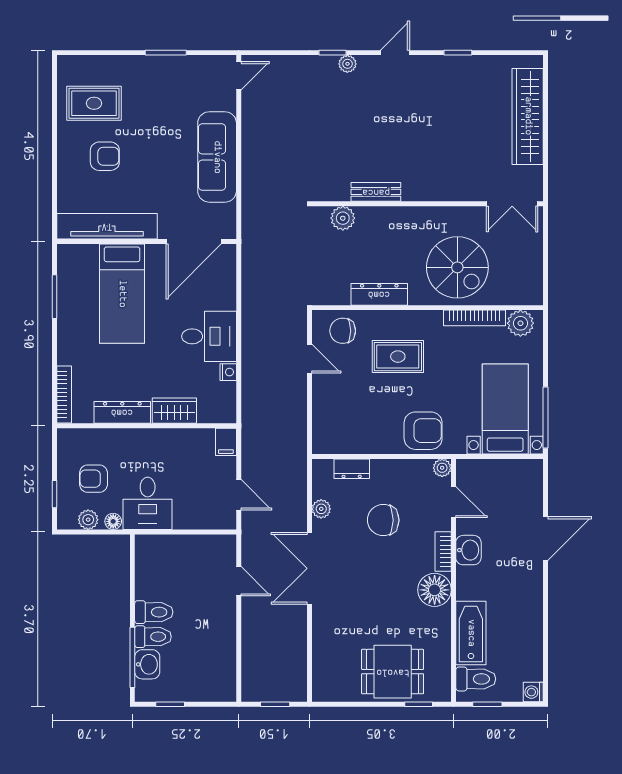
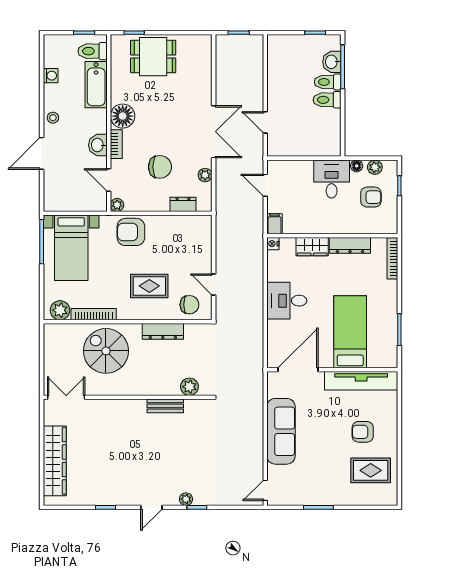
nightstand: (228, 372) -> (273, 244), moved
stool: (530, 588) -> (53, 118), added
washing machine: (533, 692) -> (51, 76), moved

